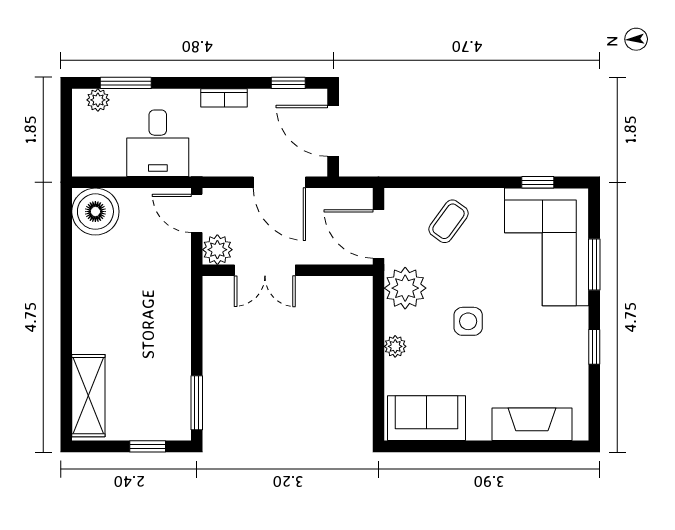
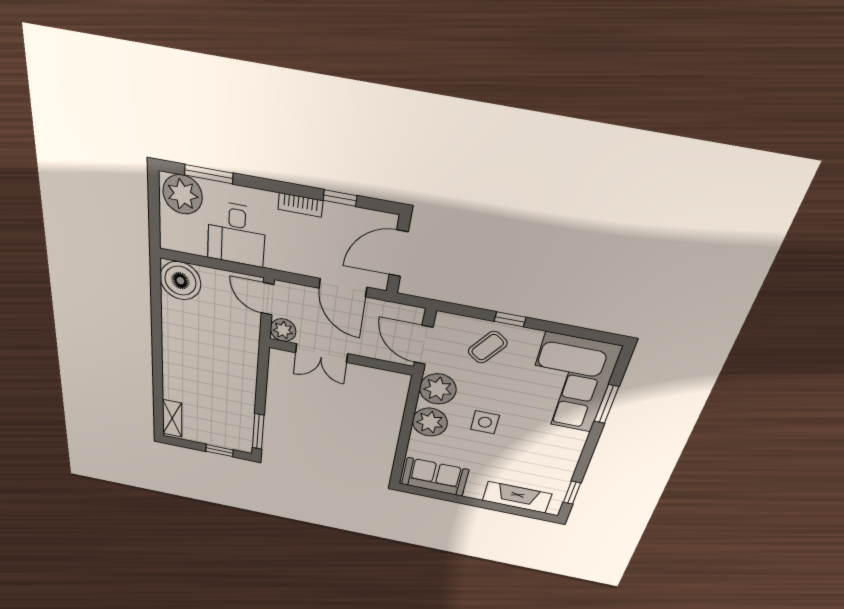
window: (288, 83) -> (340, 198), moved
plant: (98, 100) -> (183, 194), width x1.88, depth x1.88
door: (333, 131) -> (399, 253), hinge flipped
window: (538, 182) -> (510, 319), moved
plant: (395, 346) -> (430, 422), width x1.88, depth x1.88
window: (594, 347) -> (572, 493), moved
shelving: (88, 396) -> (172, 418), width x0.67, depth x0.75

